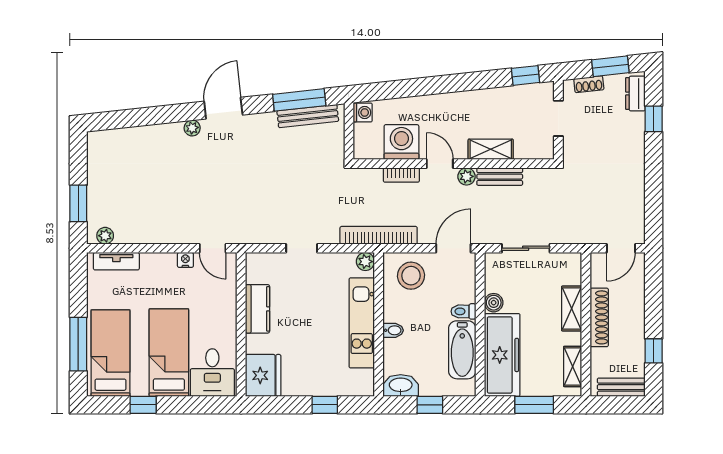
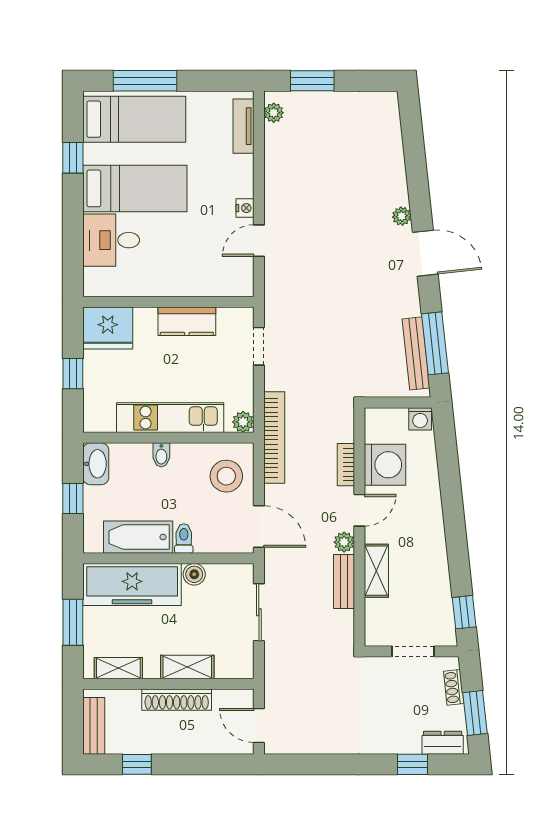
kitchen counter: (257, 309) -> (187, 321), moved
wall: (241, 324) -> (168, 302), moved
fridge: (263, 375) -> (108, 328), moved

